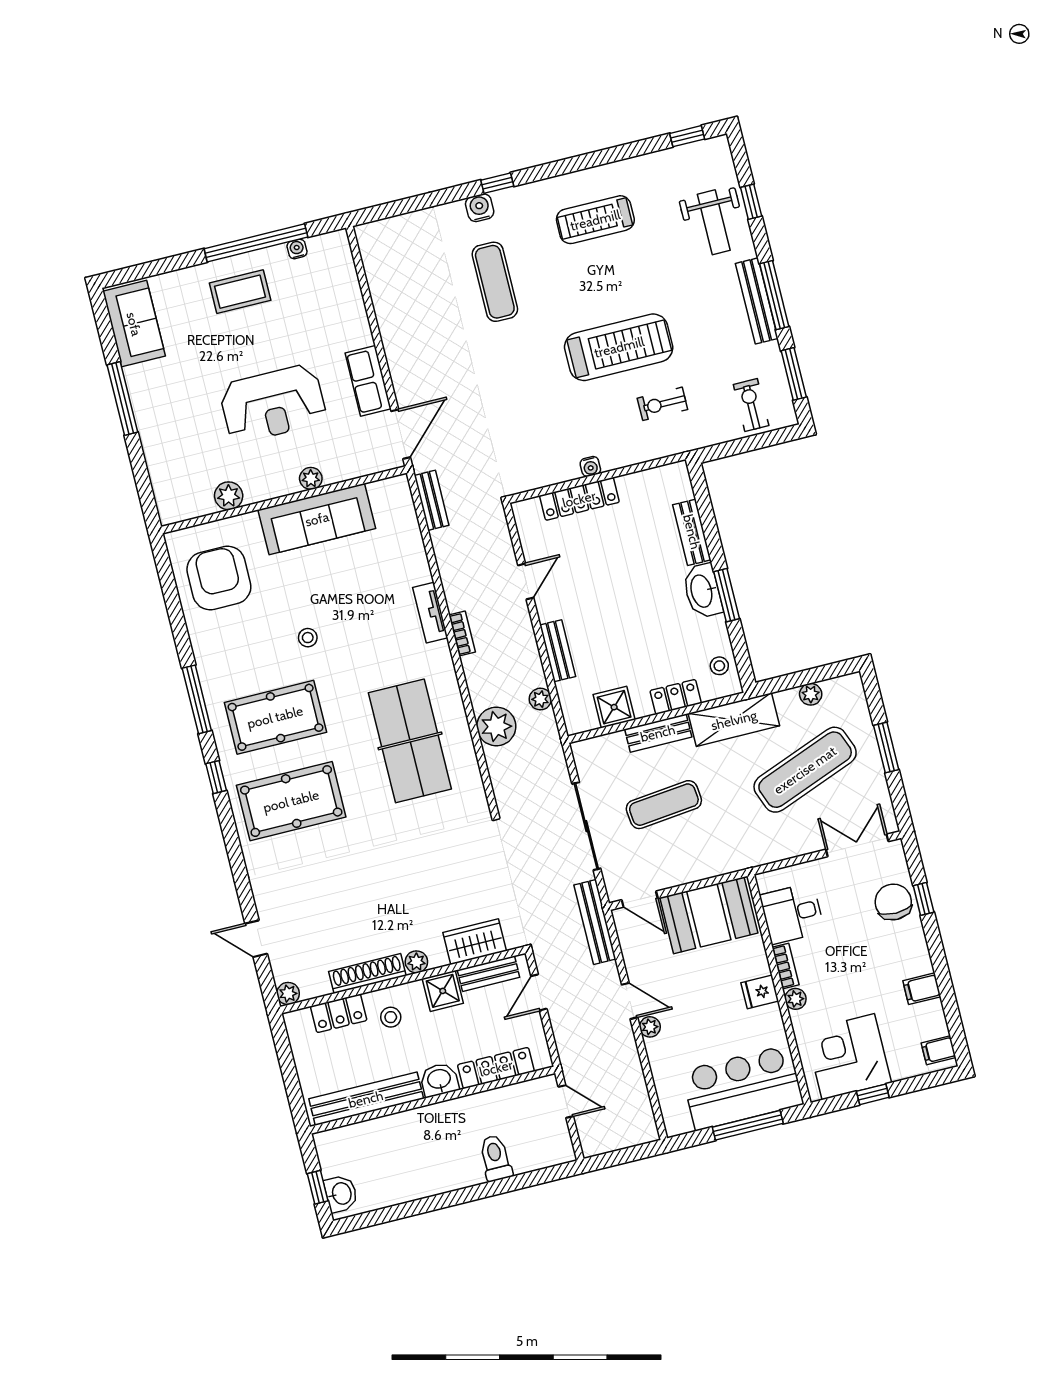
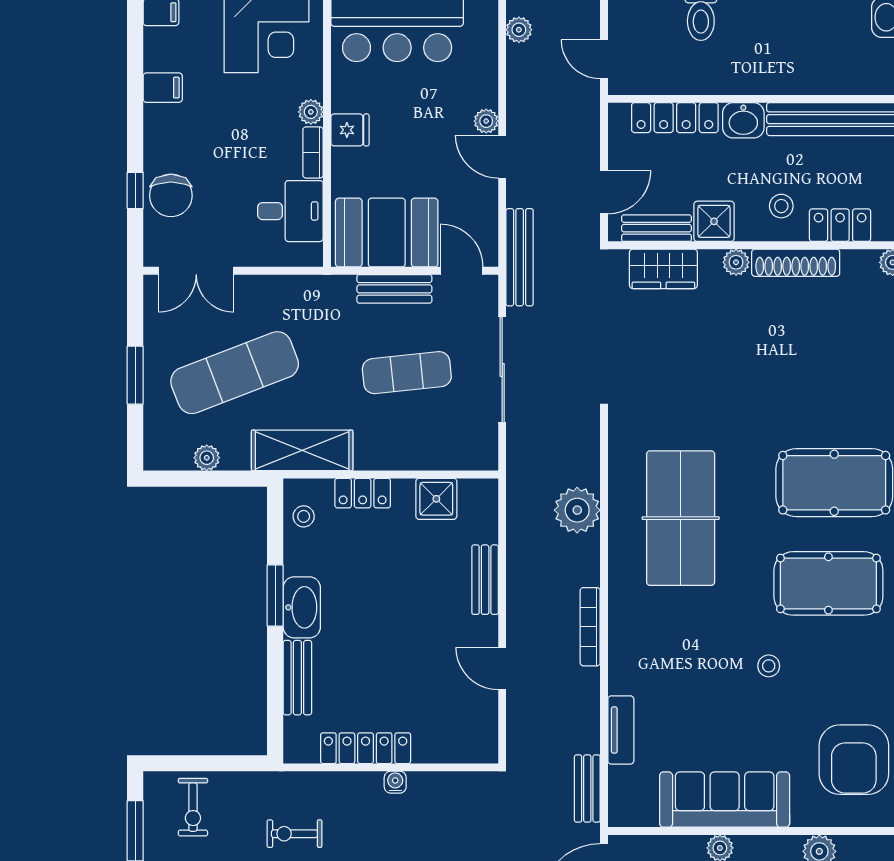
exercise bike: (662, 404) -> (294, 834), turned 180
locker: (579, 499) -> (366, 748), moved
door: (526, 581) -> (502, 668), hinge flipped
tv unit: (430, 613) -> (621, 730), moved
bookcase: (462, 633) -> (590, 627), width x1.56
plant: (540, 699) -> (519, 30), moved
bench: (658, 733) -> (394, 289), moved

